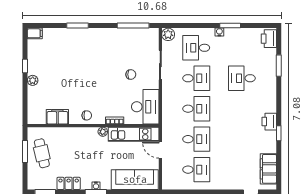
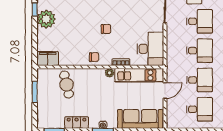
chair: (131, 74) -> (106, 29), moved
plant: (33, 80) -> (46, 19), width x1.88, depth x1.88
filing cabinet: (57, 117) -> (48, 58), moved
door: (160, 150) -> (165, 90), swing flipped
cafe table: (42, 153) -> (67, 85), moved

